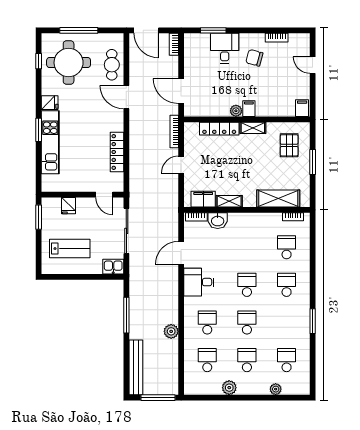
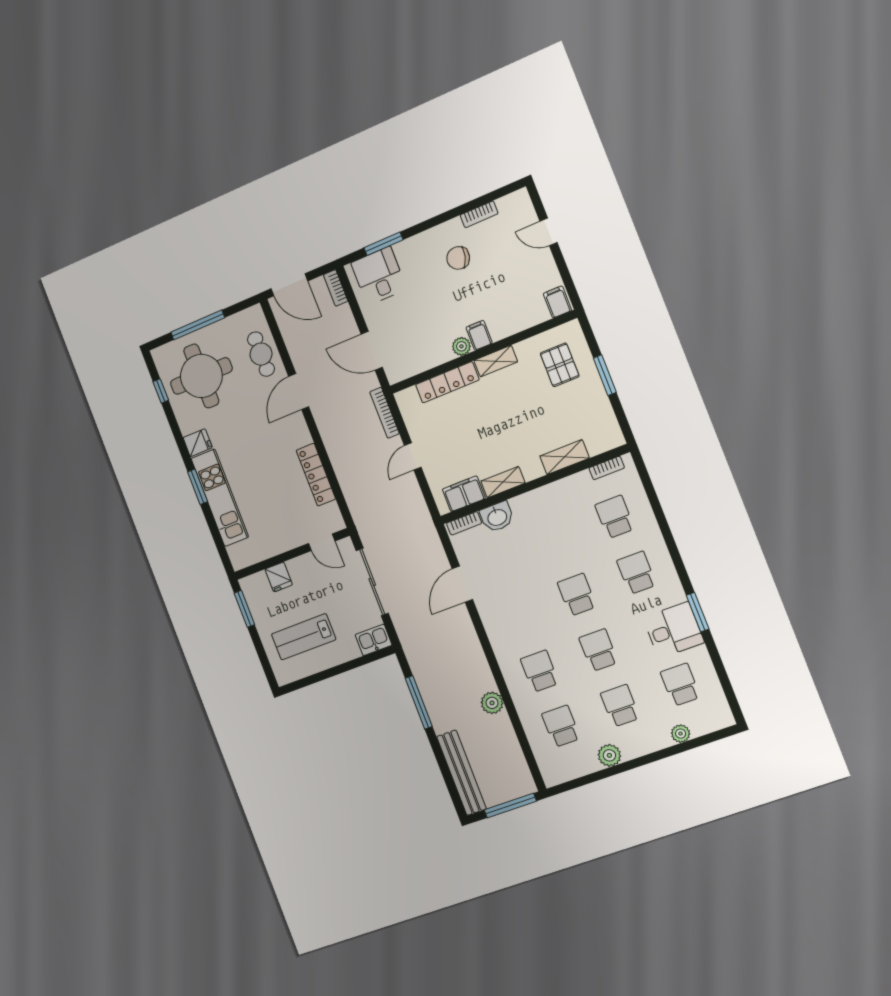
desk: (225, 48) -> (379, 276), moved
door: (126, 97) -> (299, 392), hinge flipped
shelving: (278, 198) -> (564, 457), width x0.67, depth x0.75
lab bench: (70, 249) -> (304, 637), turned 180
desk: (199, 282) -> (673, 630), moved, turned 180

